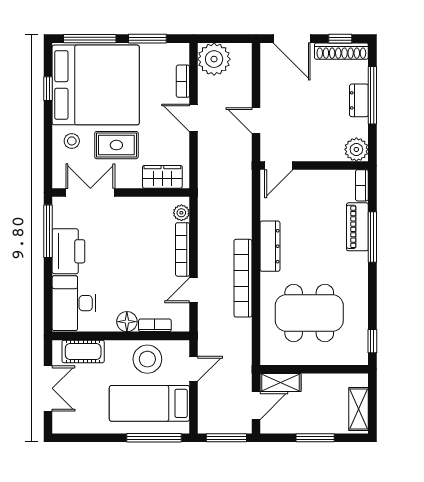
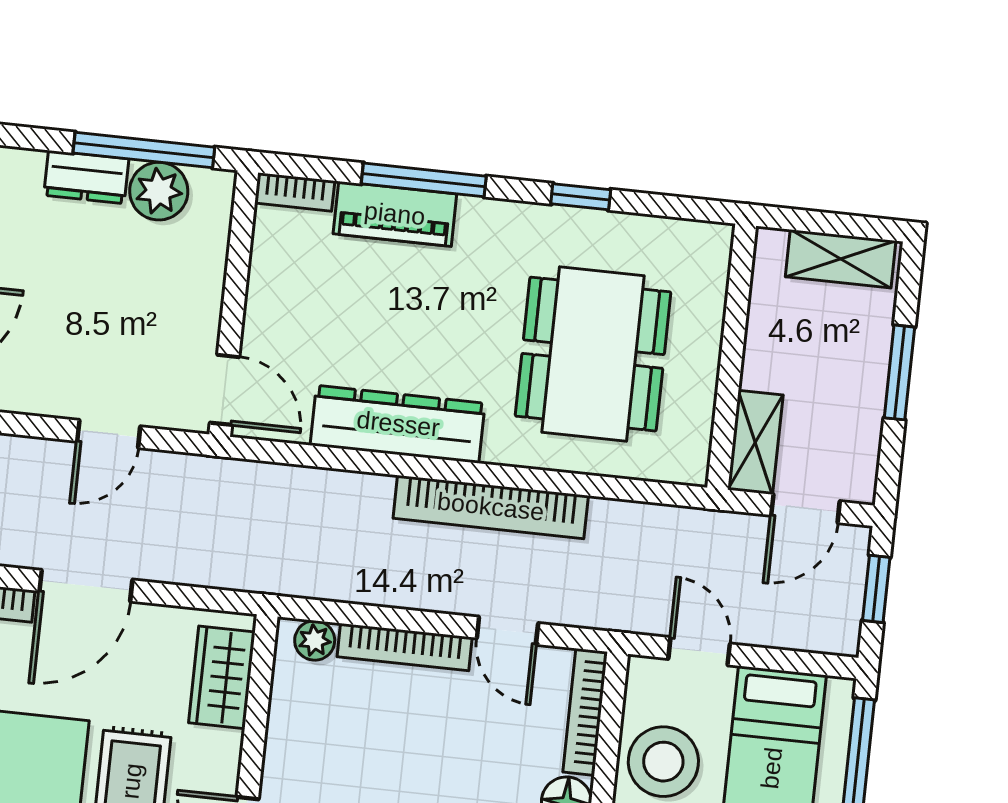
window: (372, 95) -> (144, 150), moved
door: (194, 118) -> (86, 586), width x1.37
plant: (356, 149) -> (159, 191), moved
dresser: (270, 246) -> (398, 424), width x1.37, depth x1.24
bookcase: (155, 325) -> (585, 712), width x1.56
window: (372, 341) -> (581, 197), moved
door: (256, 406) -> (805, 508), swing flipped
window: (226, 438) -> (876, 589), width x0.67

